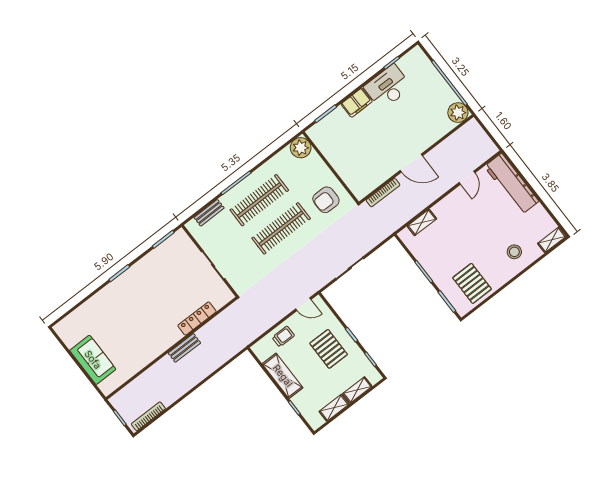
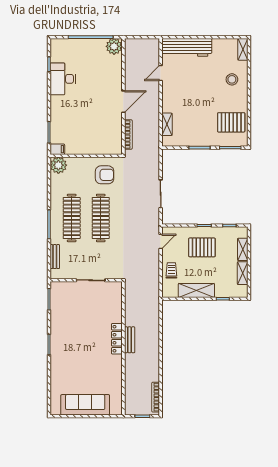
filing cabinet: (357, 103) -> (57, 149), moved, width x0.50
door: (467, 178) -> (161, 73), swing flipped
armchair: (326, 200) -> (105, 175), turned -90
locker: (197, 319) -> (117, 339), moved
sofa: (93, 360) -> (85, 405), width x1.36

